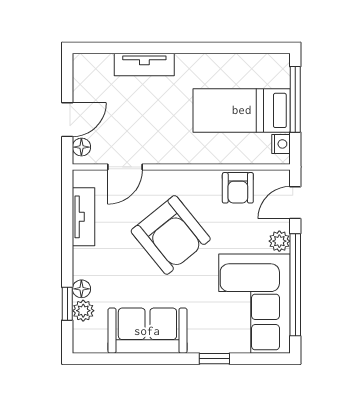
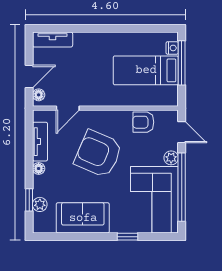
tv unit: (144, 64) -> (53, 40), moved
nightstand: (281, 144) -> (172, 48), moved
armchair: (238, 188) -> (143, 122), turned 90
door: (295, 203) -> (182, 132), swing flipped
armchair: (171, 235) -> (98, 154), turned 152
floor lamp: (81, 289) -> (39, 169), moved

